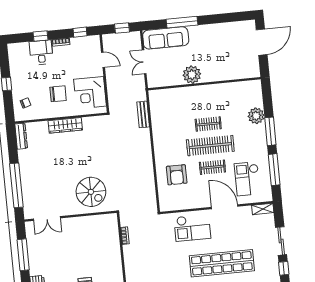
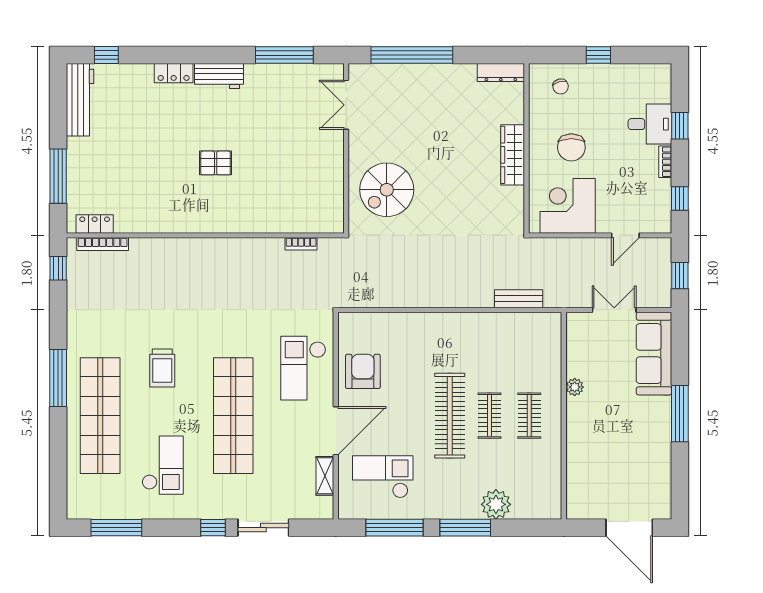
window: (182, 22) -> (680, 414), moved
plant: (192, 75) -> (575, 387), width x0.53, depth x0.53
clothes rail: (212, 167) -> (529, 416), moved
armchair: (177, 175) -> (363, 371), moved, turned 90
shelving: (263, 209) -> (325, 476), moved

